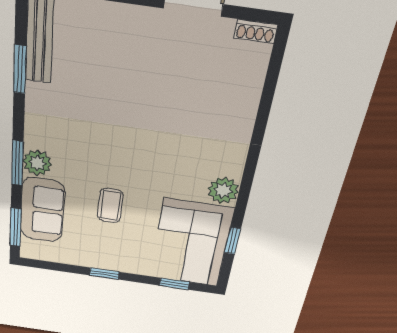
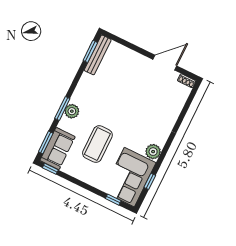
window: (20, 69) -> (90, 51), moved
coffee table: (110, 205) -> (97, 144), width x1.86, depth x1.72
sofa: (42, 210) -> (57, 149), moved
window: (104, 274) -> (50, 169), moved

